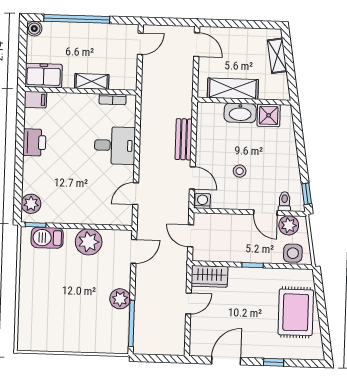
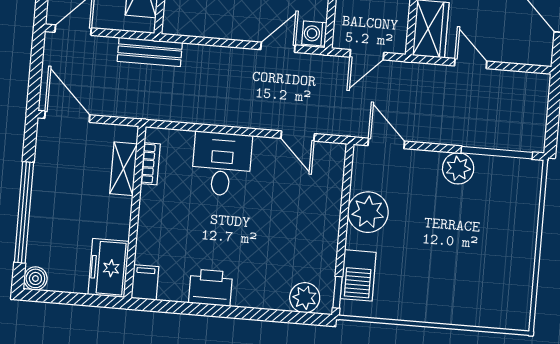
door: (140, 44) -> (67, 117), width x1.38
shelving: (92, 81) -> (124, 169), moved
bench: (184, 139) -> (150, 52), moved

